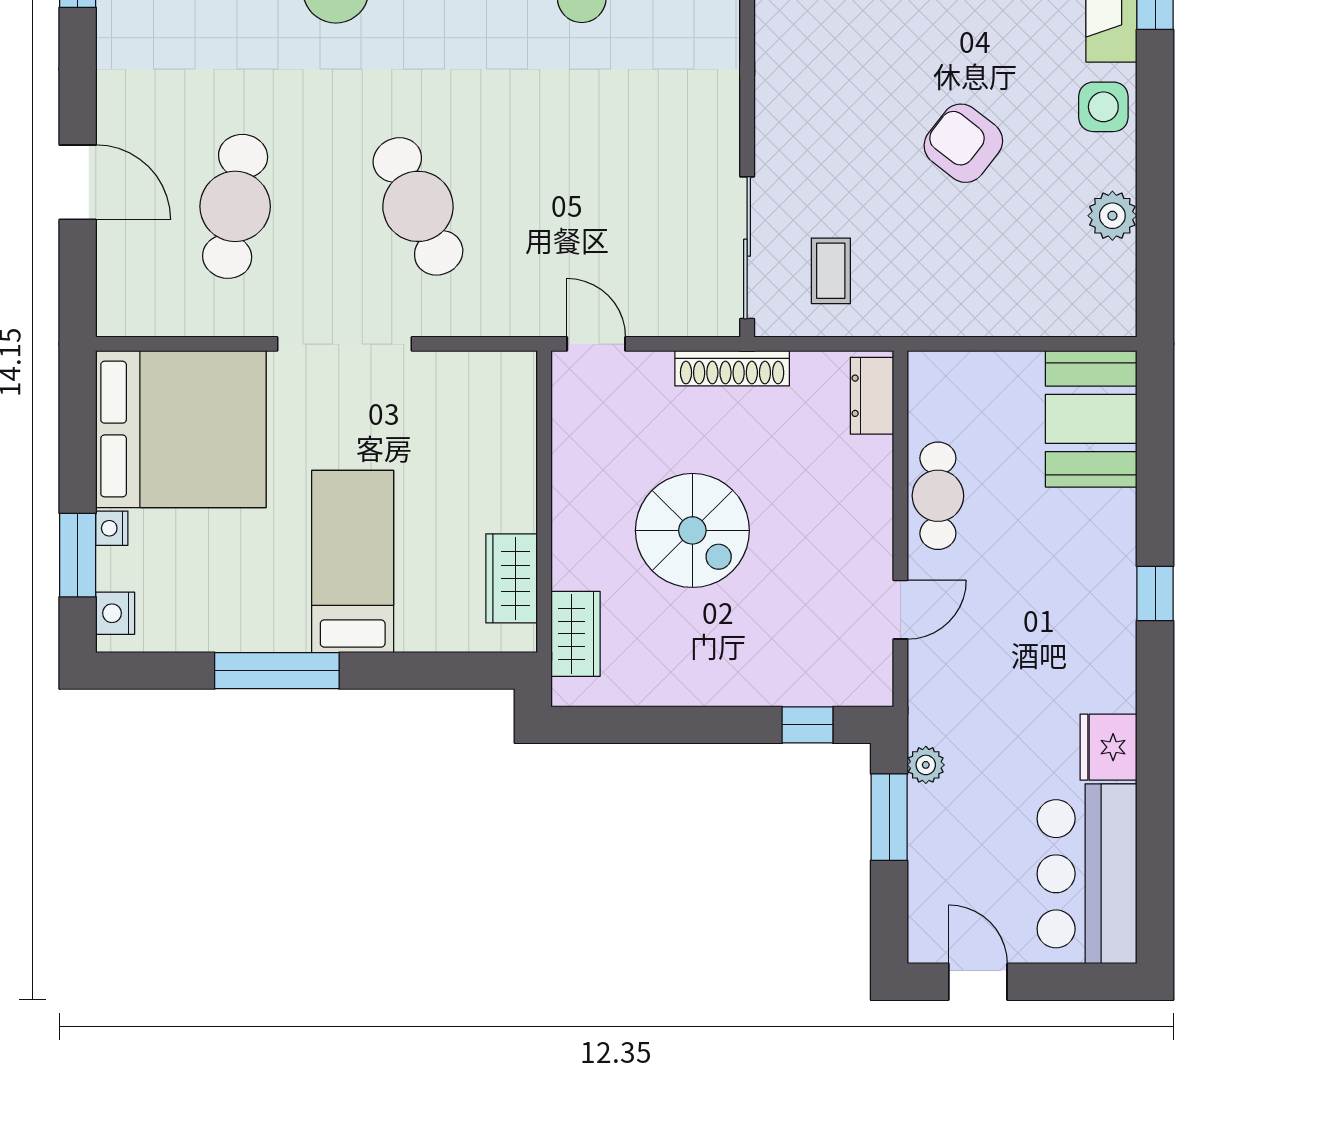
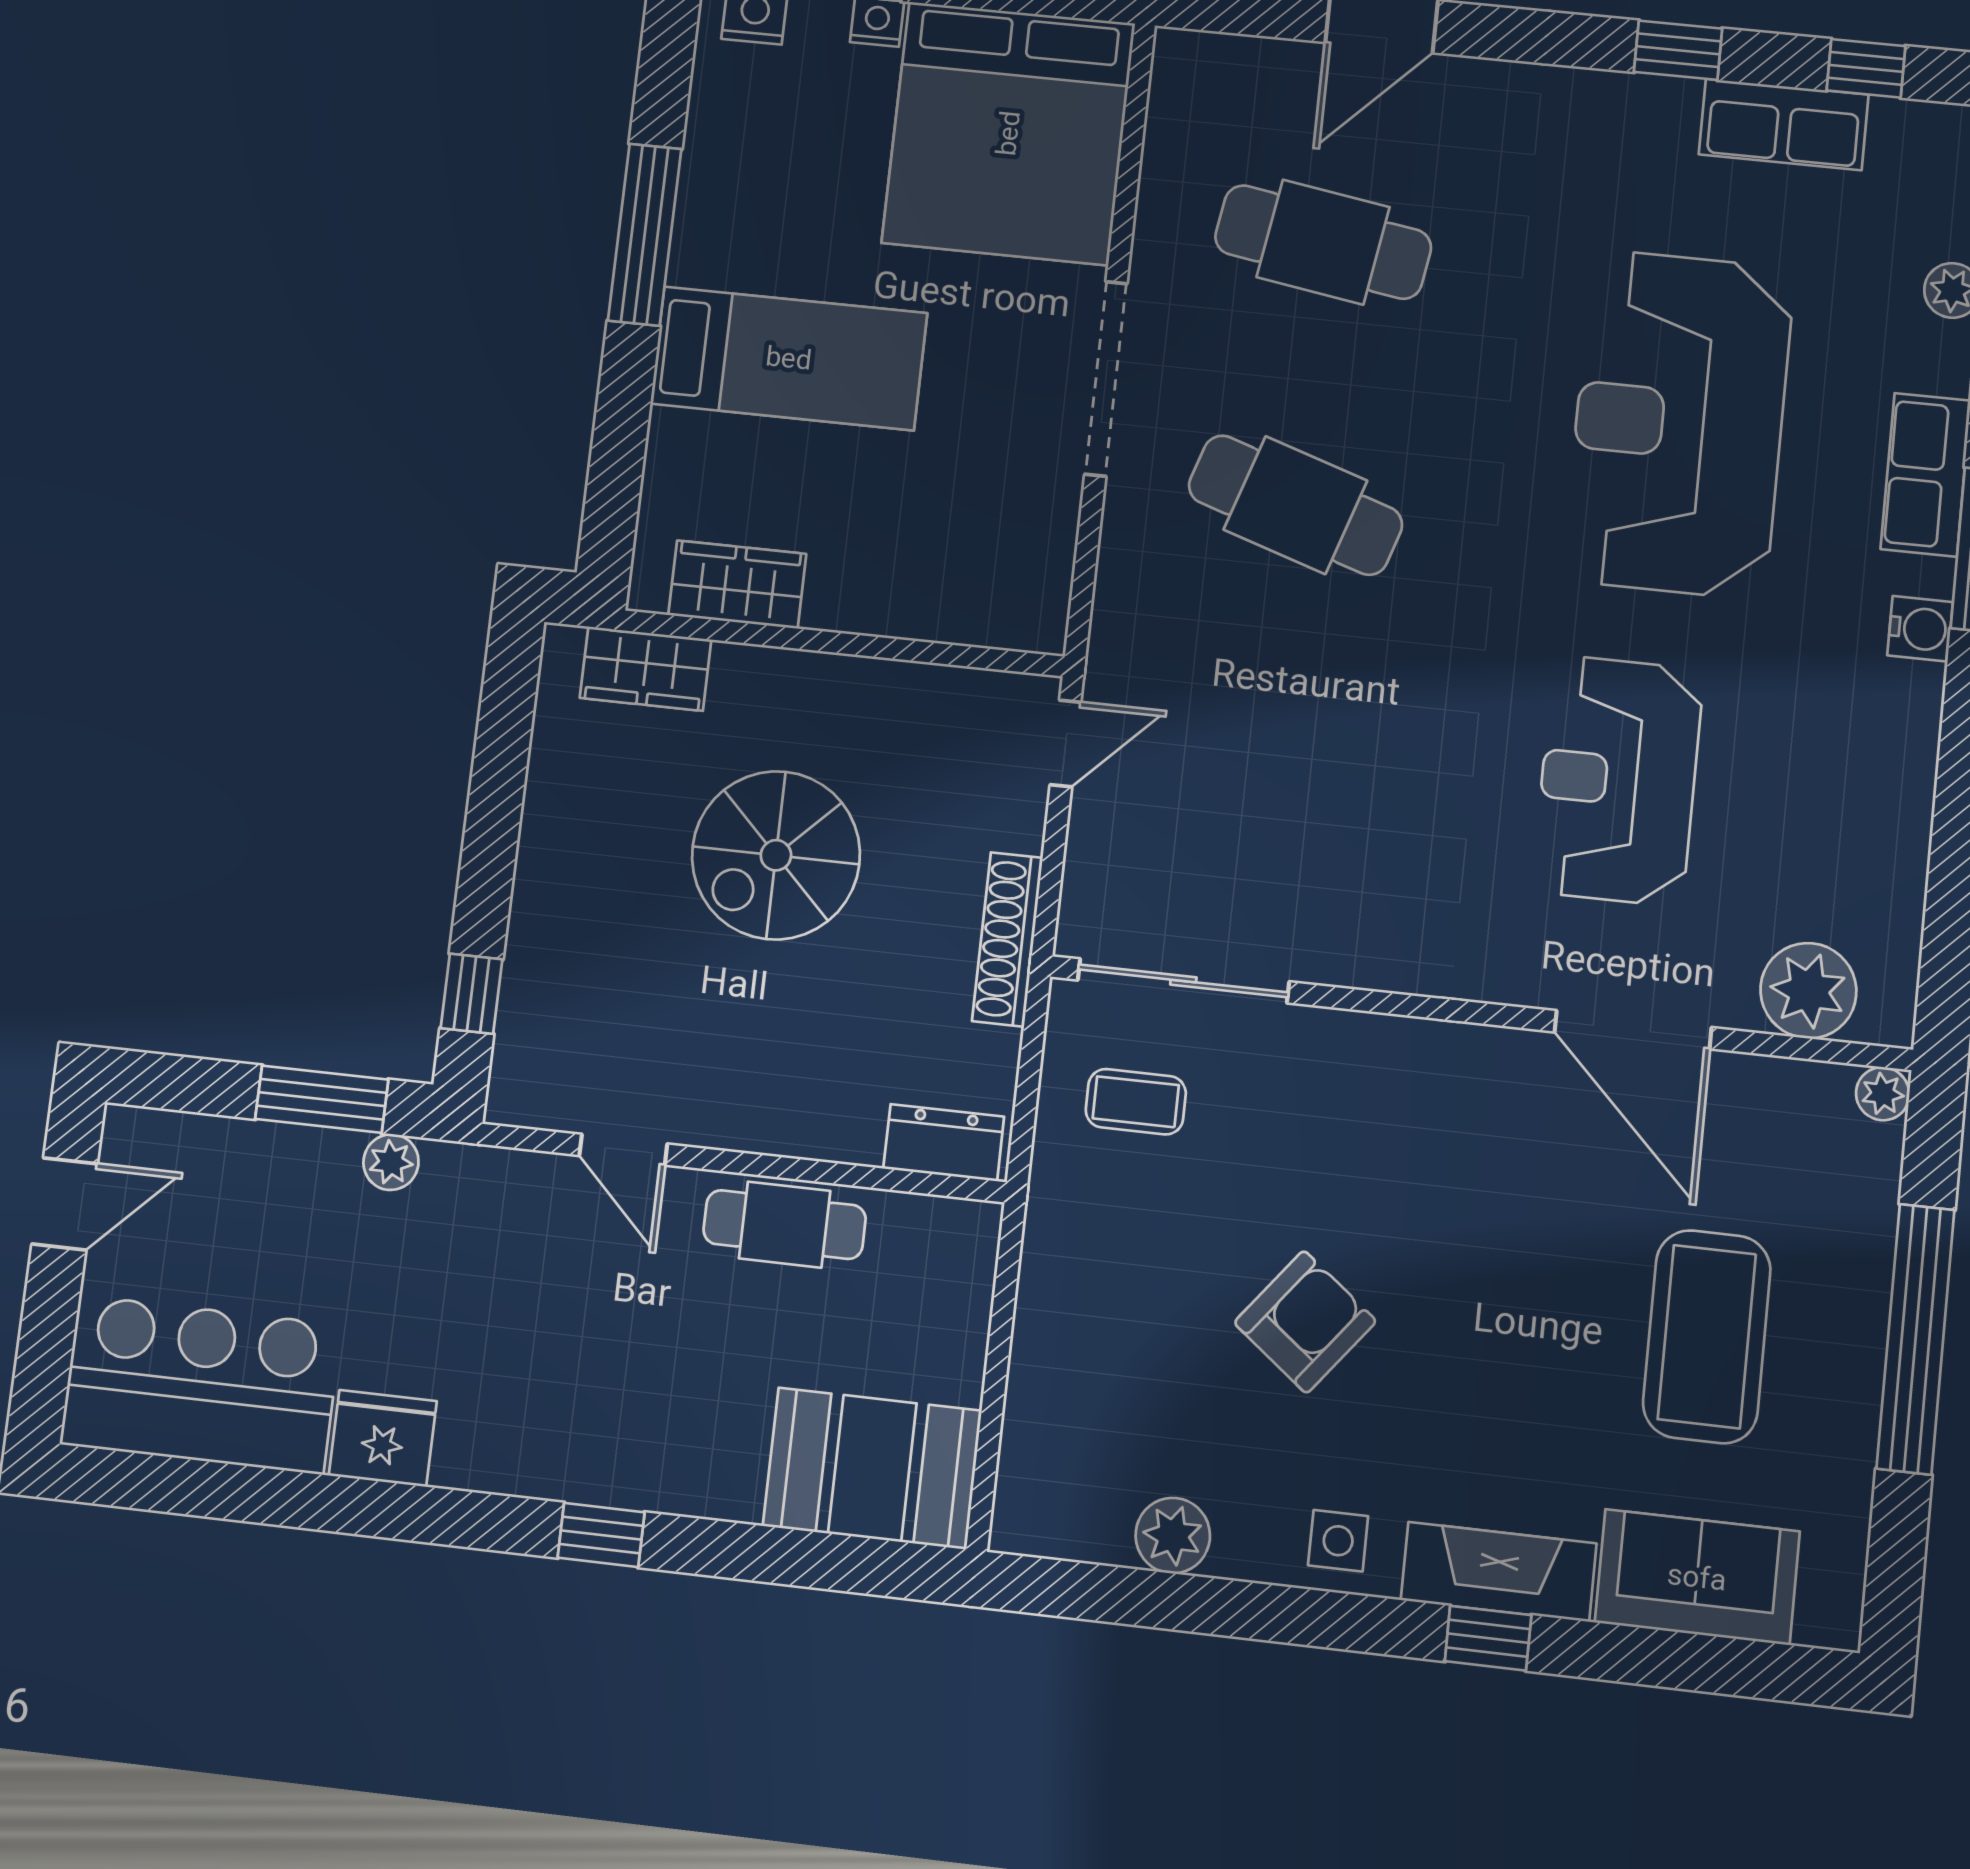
side table: (1103, 107) -> (1338, 1541), width x0.73, depth x0.73
cafe table: (418, 206) -> (1295, 505), turned 42

